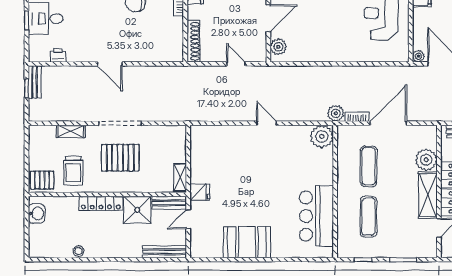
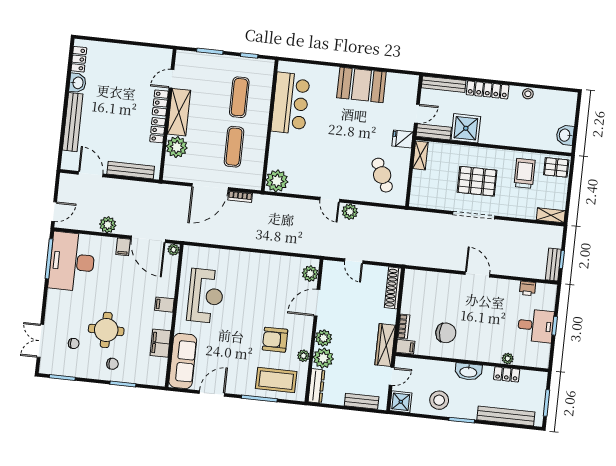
plant: (336, 113) -> (350, 212), moved
shelving: (71, 131) -> (551, 215), moved
cafe table: (216, 154) -> (382, 175), added
locker: (101, 203) -> (488, 90), moved, turned 180

